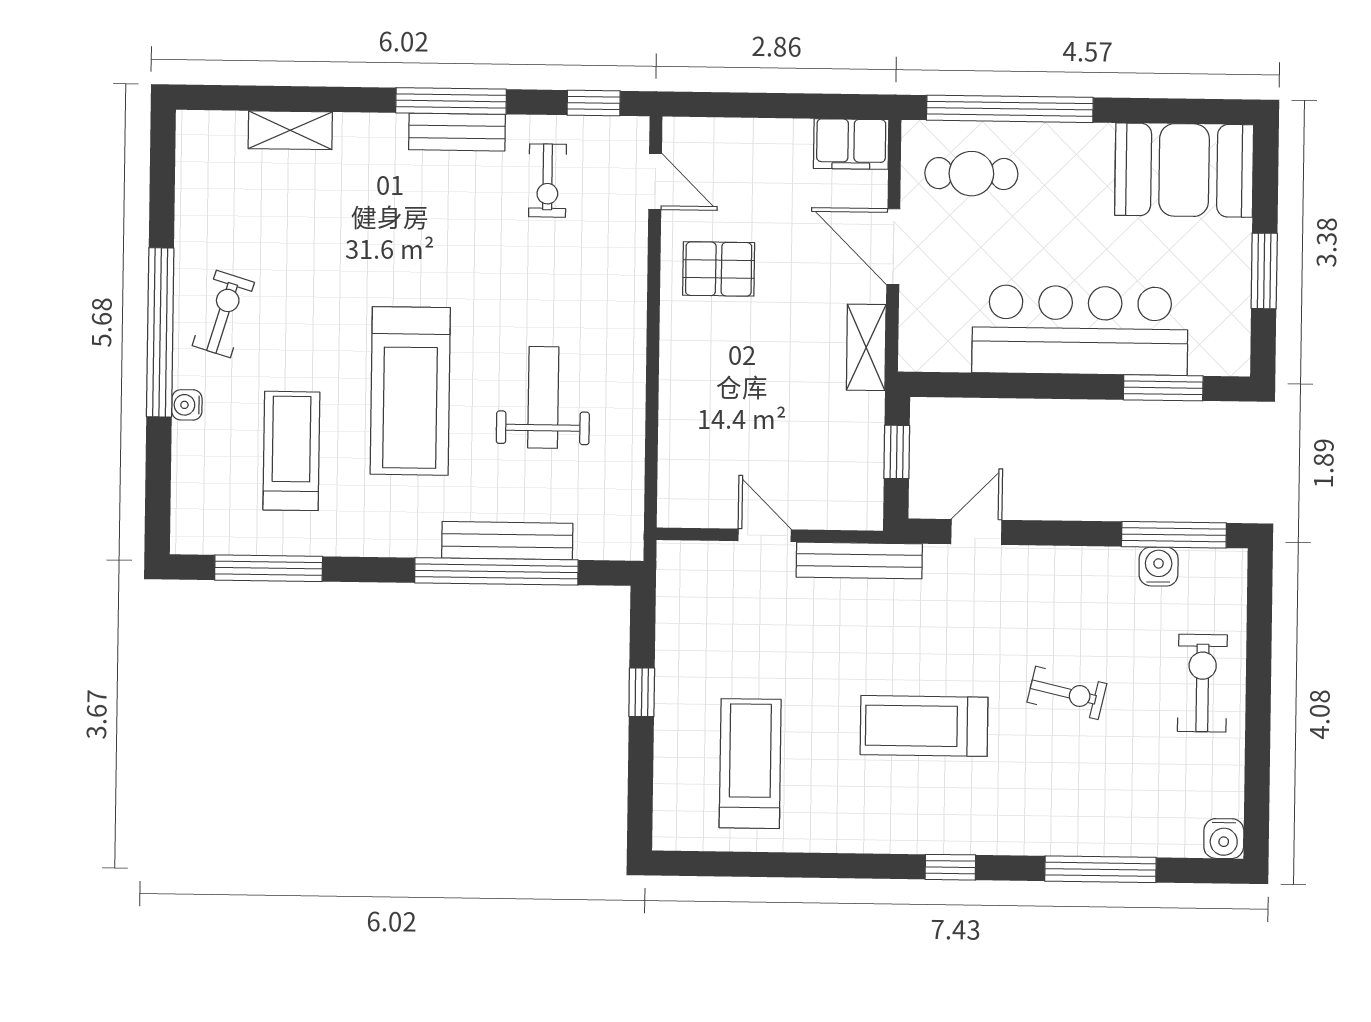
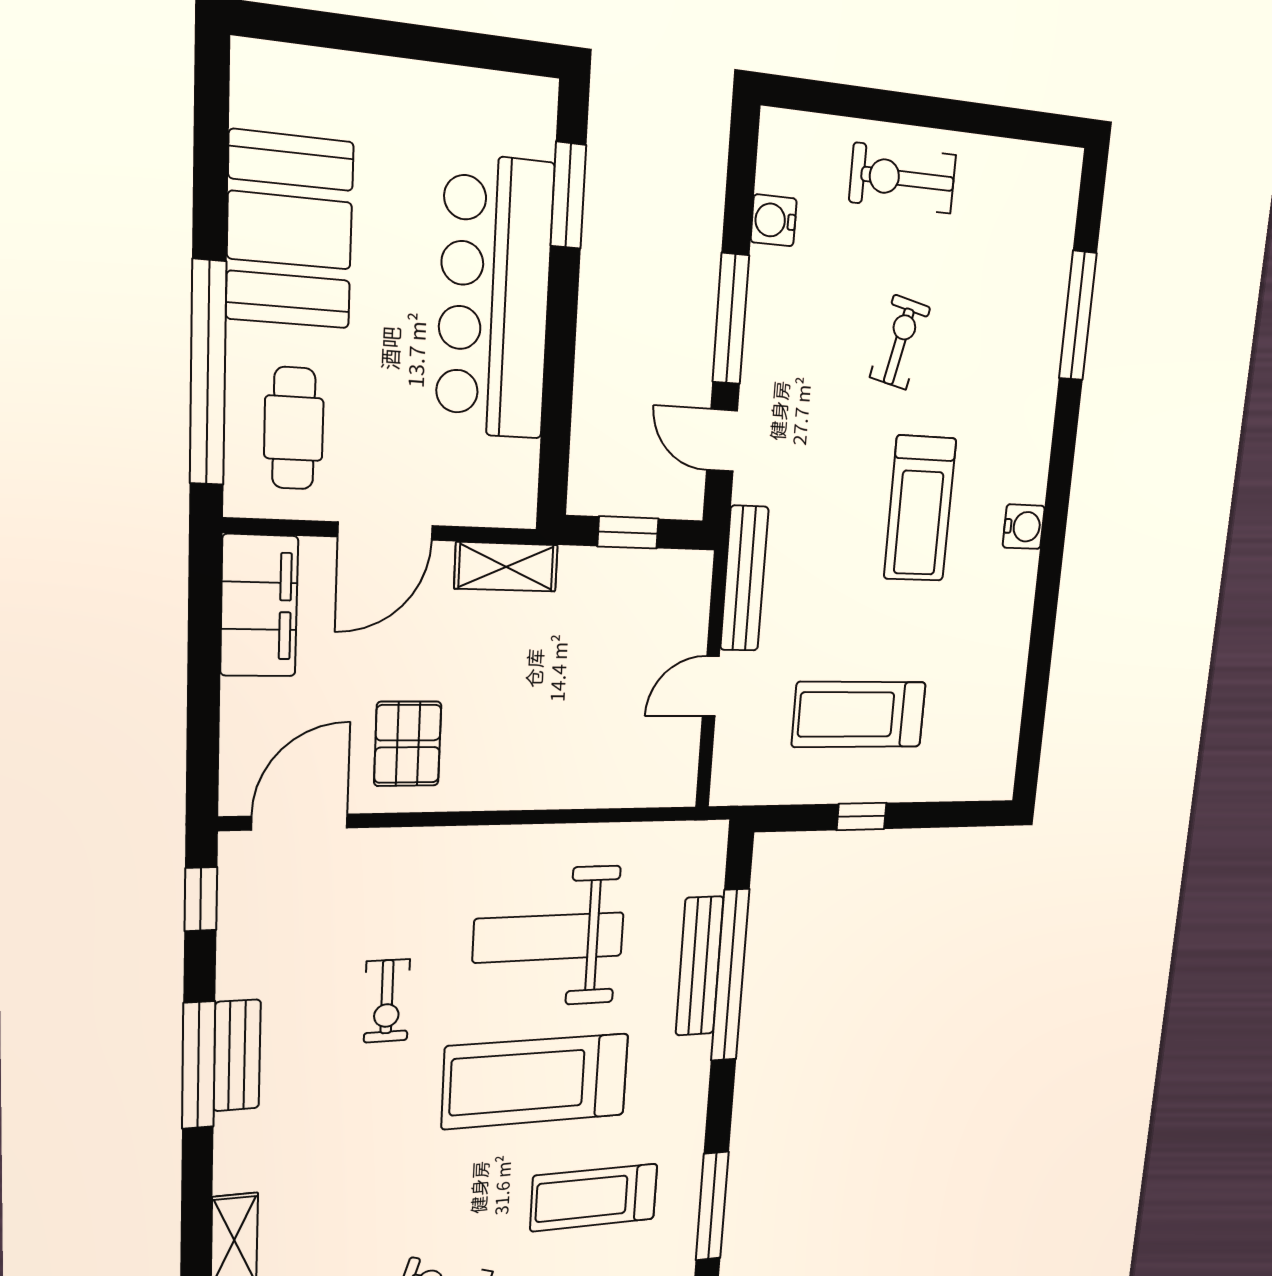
filing cabinet: (851, 144) -> (259, 606), width x1.50, depth x1.17
booth: (1184, 170) -> (290, 230), moved
exercise bike: (548, 181) -> (387, 1001), moved, turned 90
door: (655, 181) -> (300, 822), width x1.38
window: (1264, 271) -> (427, 44), removed
treadmill: (410, 391) -> (536, 1081), turned 180
weight bench: (543, 397) -> (549, 937), width x1.36, depth x1.33
window: (1174, 535) -> (731, 319), moved
treadmill: (750, 764) -> (859, 714), moved
water cooler: (1224, 839) -> (1024, 527), moved
window: (950, 867) -> (1059, 484), removed

